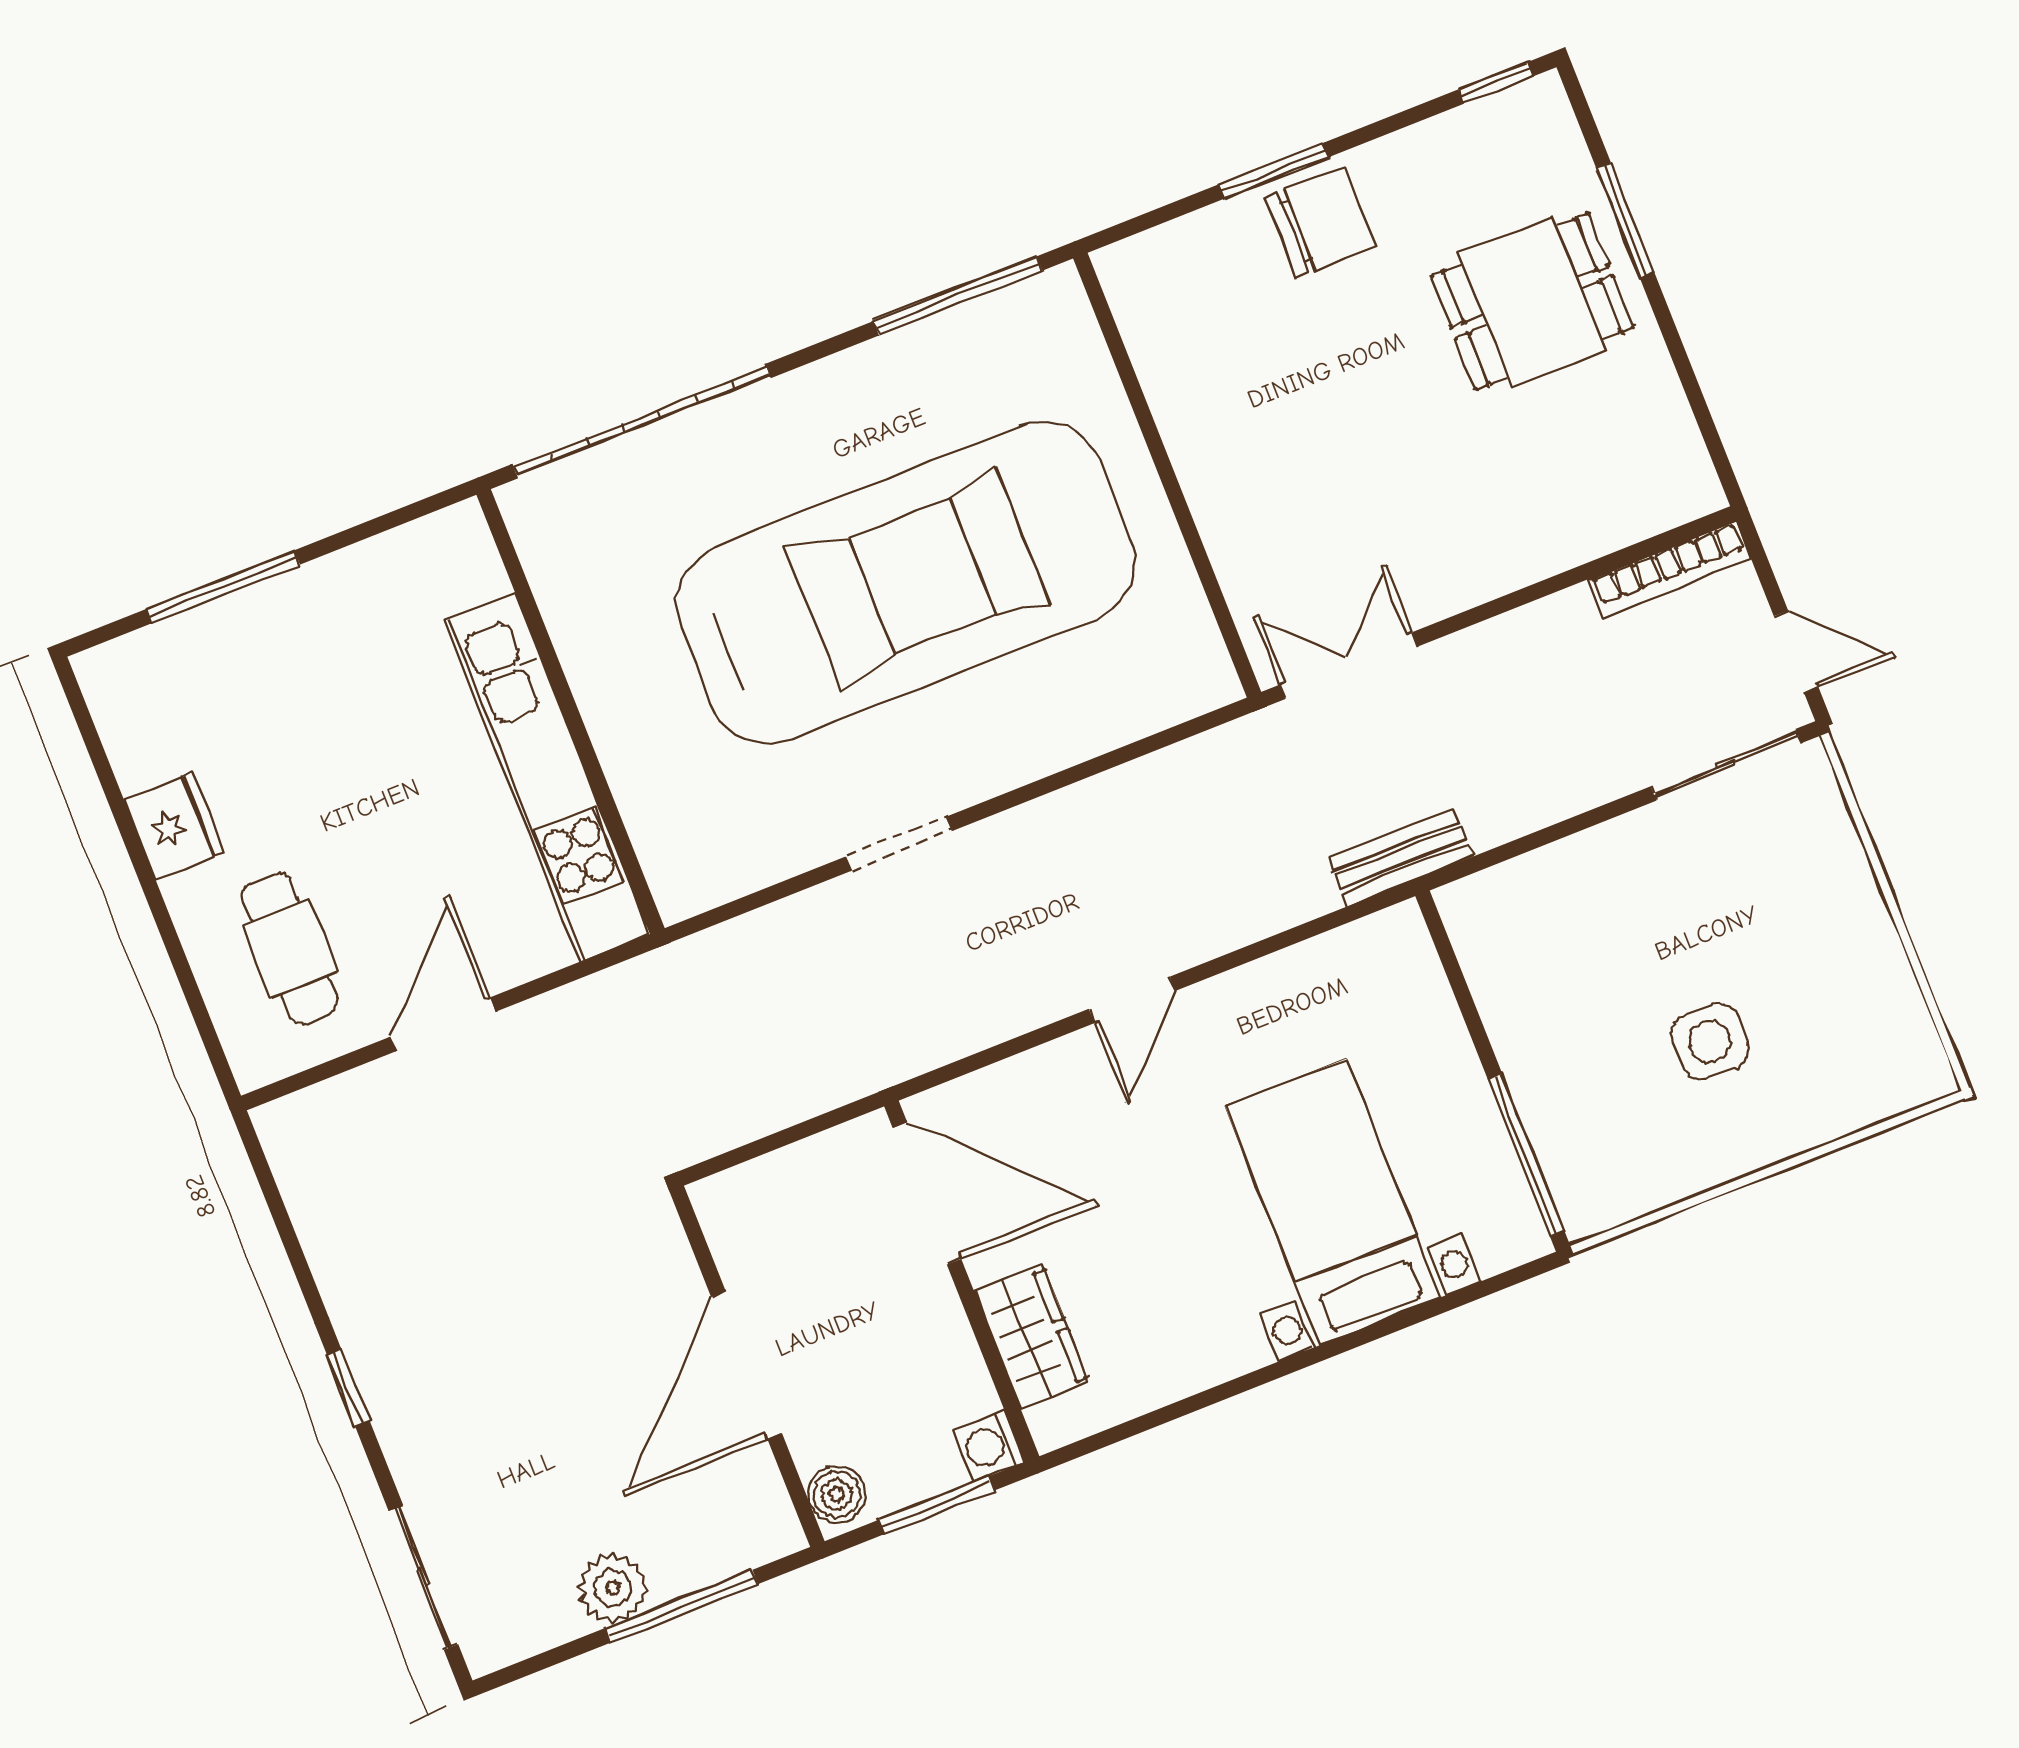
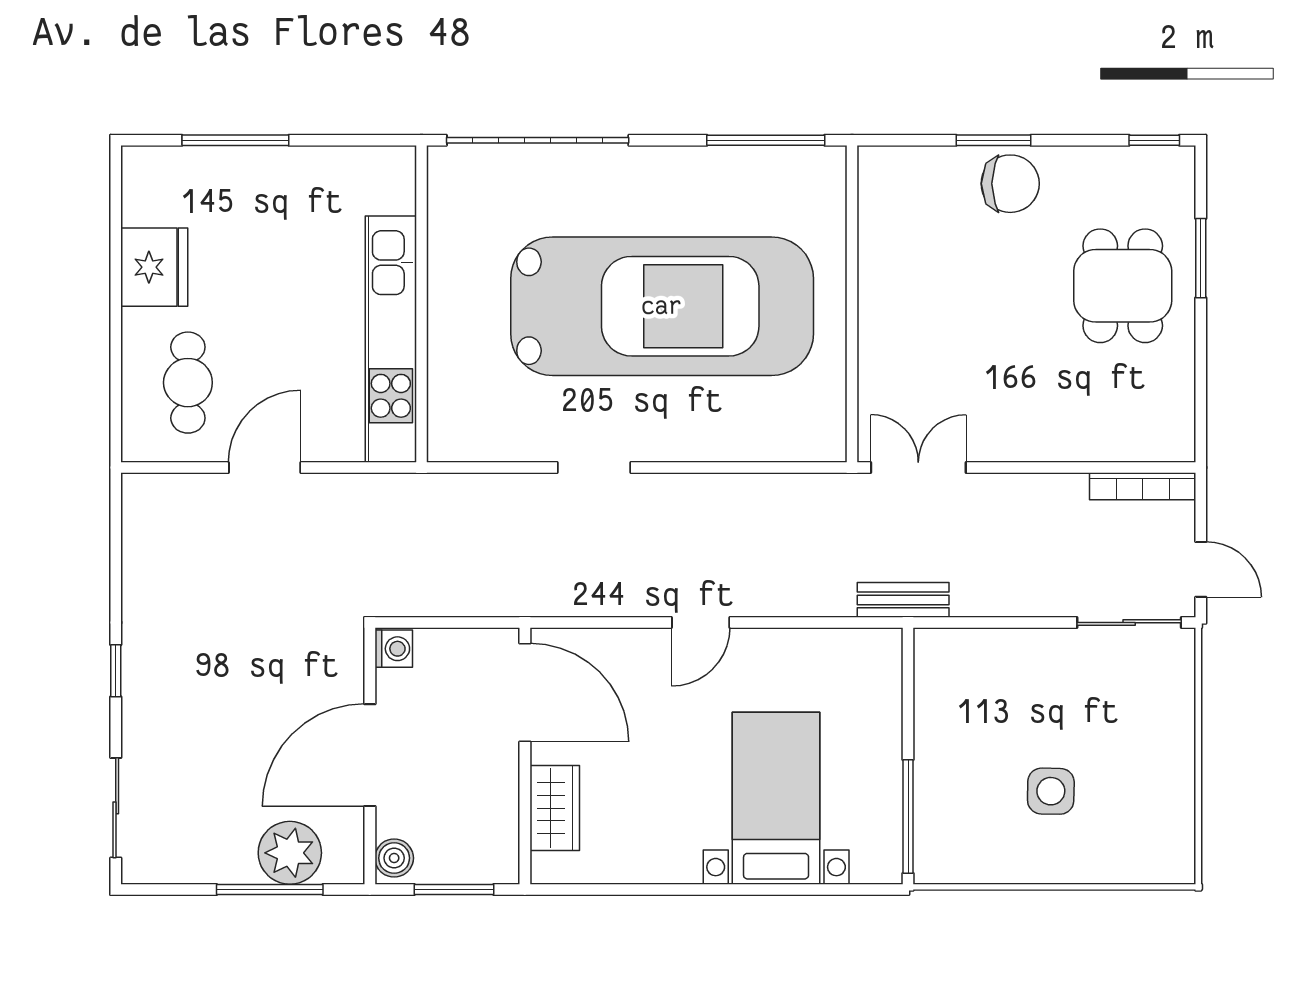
dining table: (1532, 302) -> (1123, 286), turned 90
fridge: (174, 826) -> (154, 267), width x1.36, depth x1.34
washing machine: (989, 1446) -> (394, 649), moved, turned 180
plant: (613, 1588) -> (290, 853), moved, width x1.36, depth x1.36

